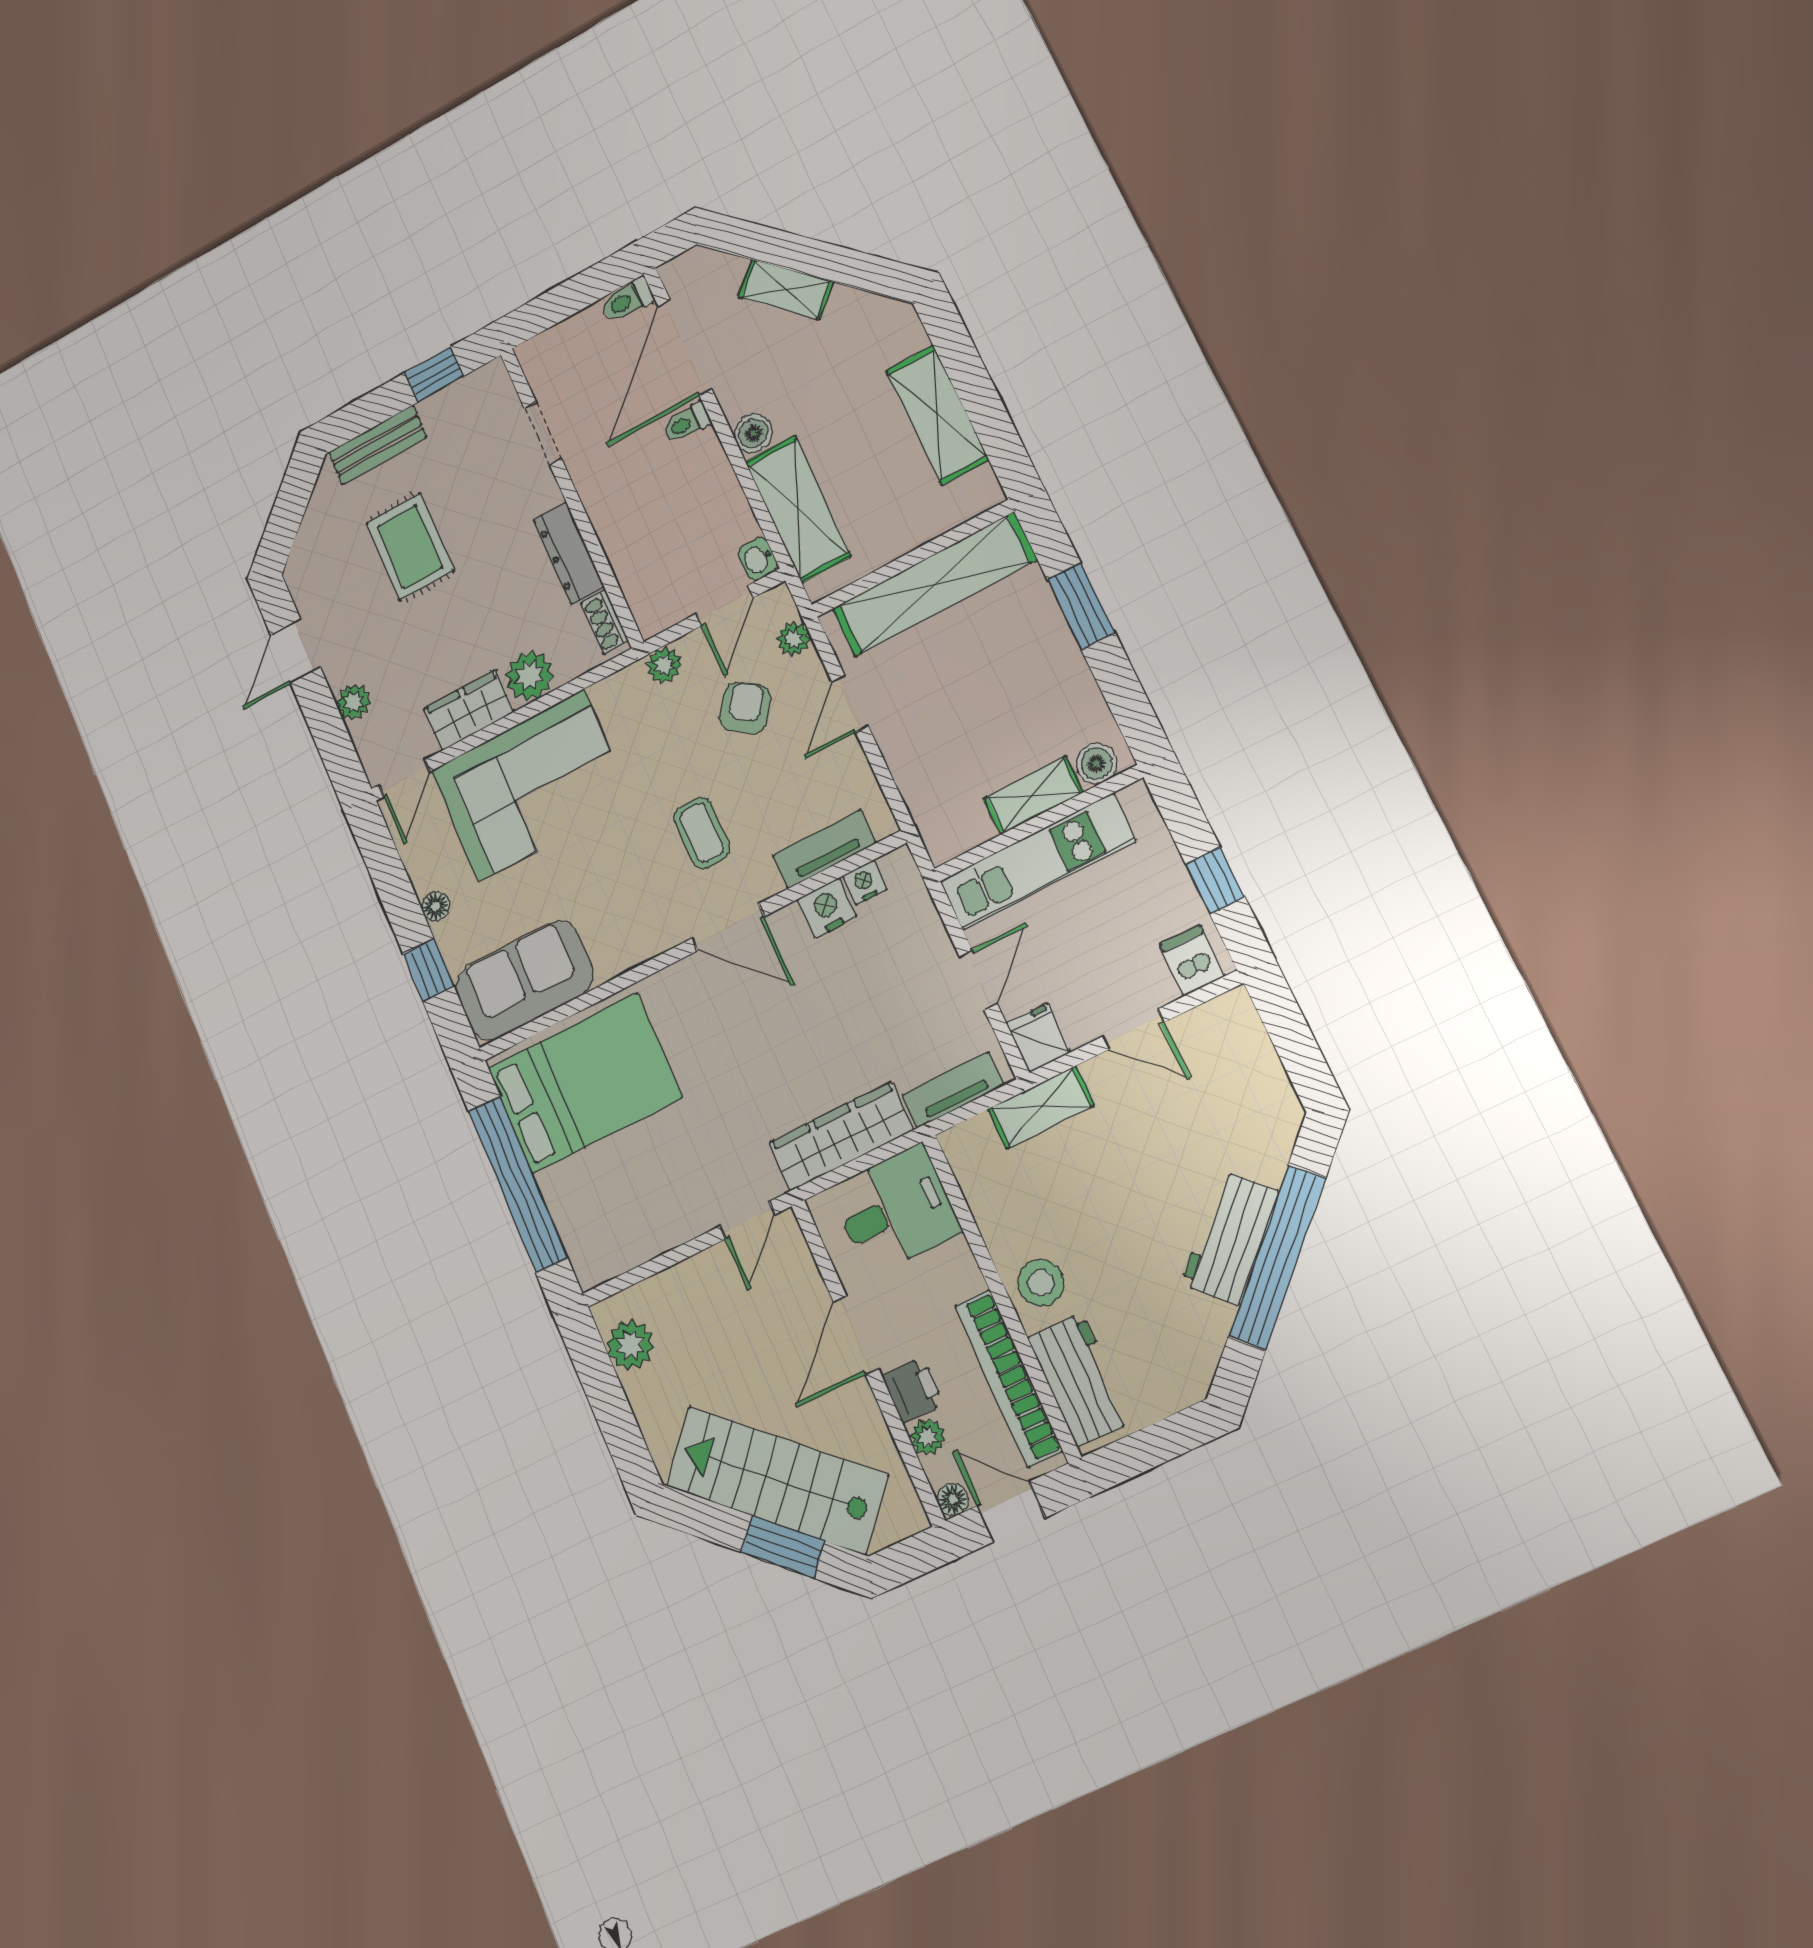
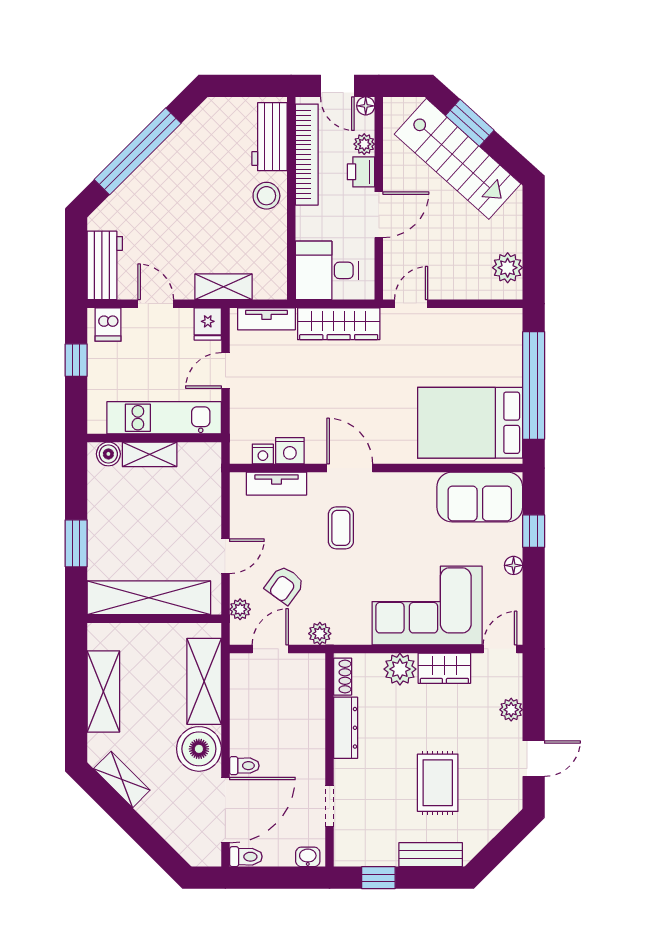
shelving: (786, 289) -> (122, 779), moved
boiler: (753, 433) -> (199, 749), width x1.86, depth x1.86
washbasin: (758, 559) -> (308, 857), moved, turned -90
workbench: (1230, 1238) -> (105, 265), moved, turned -45

